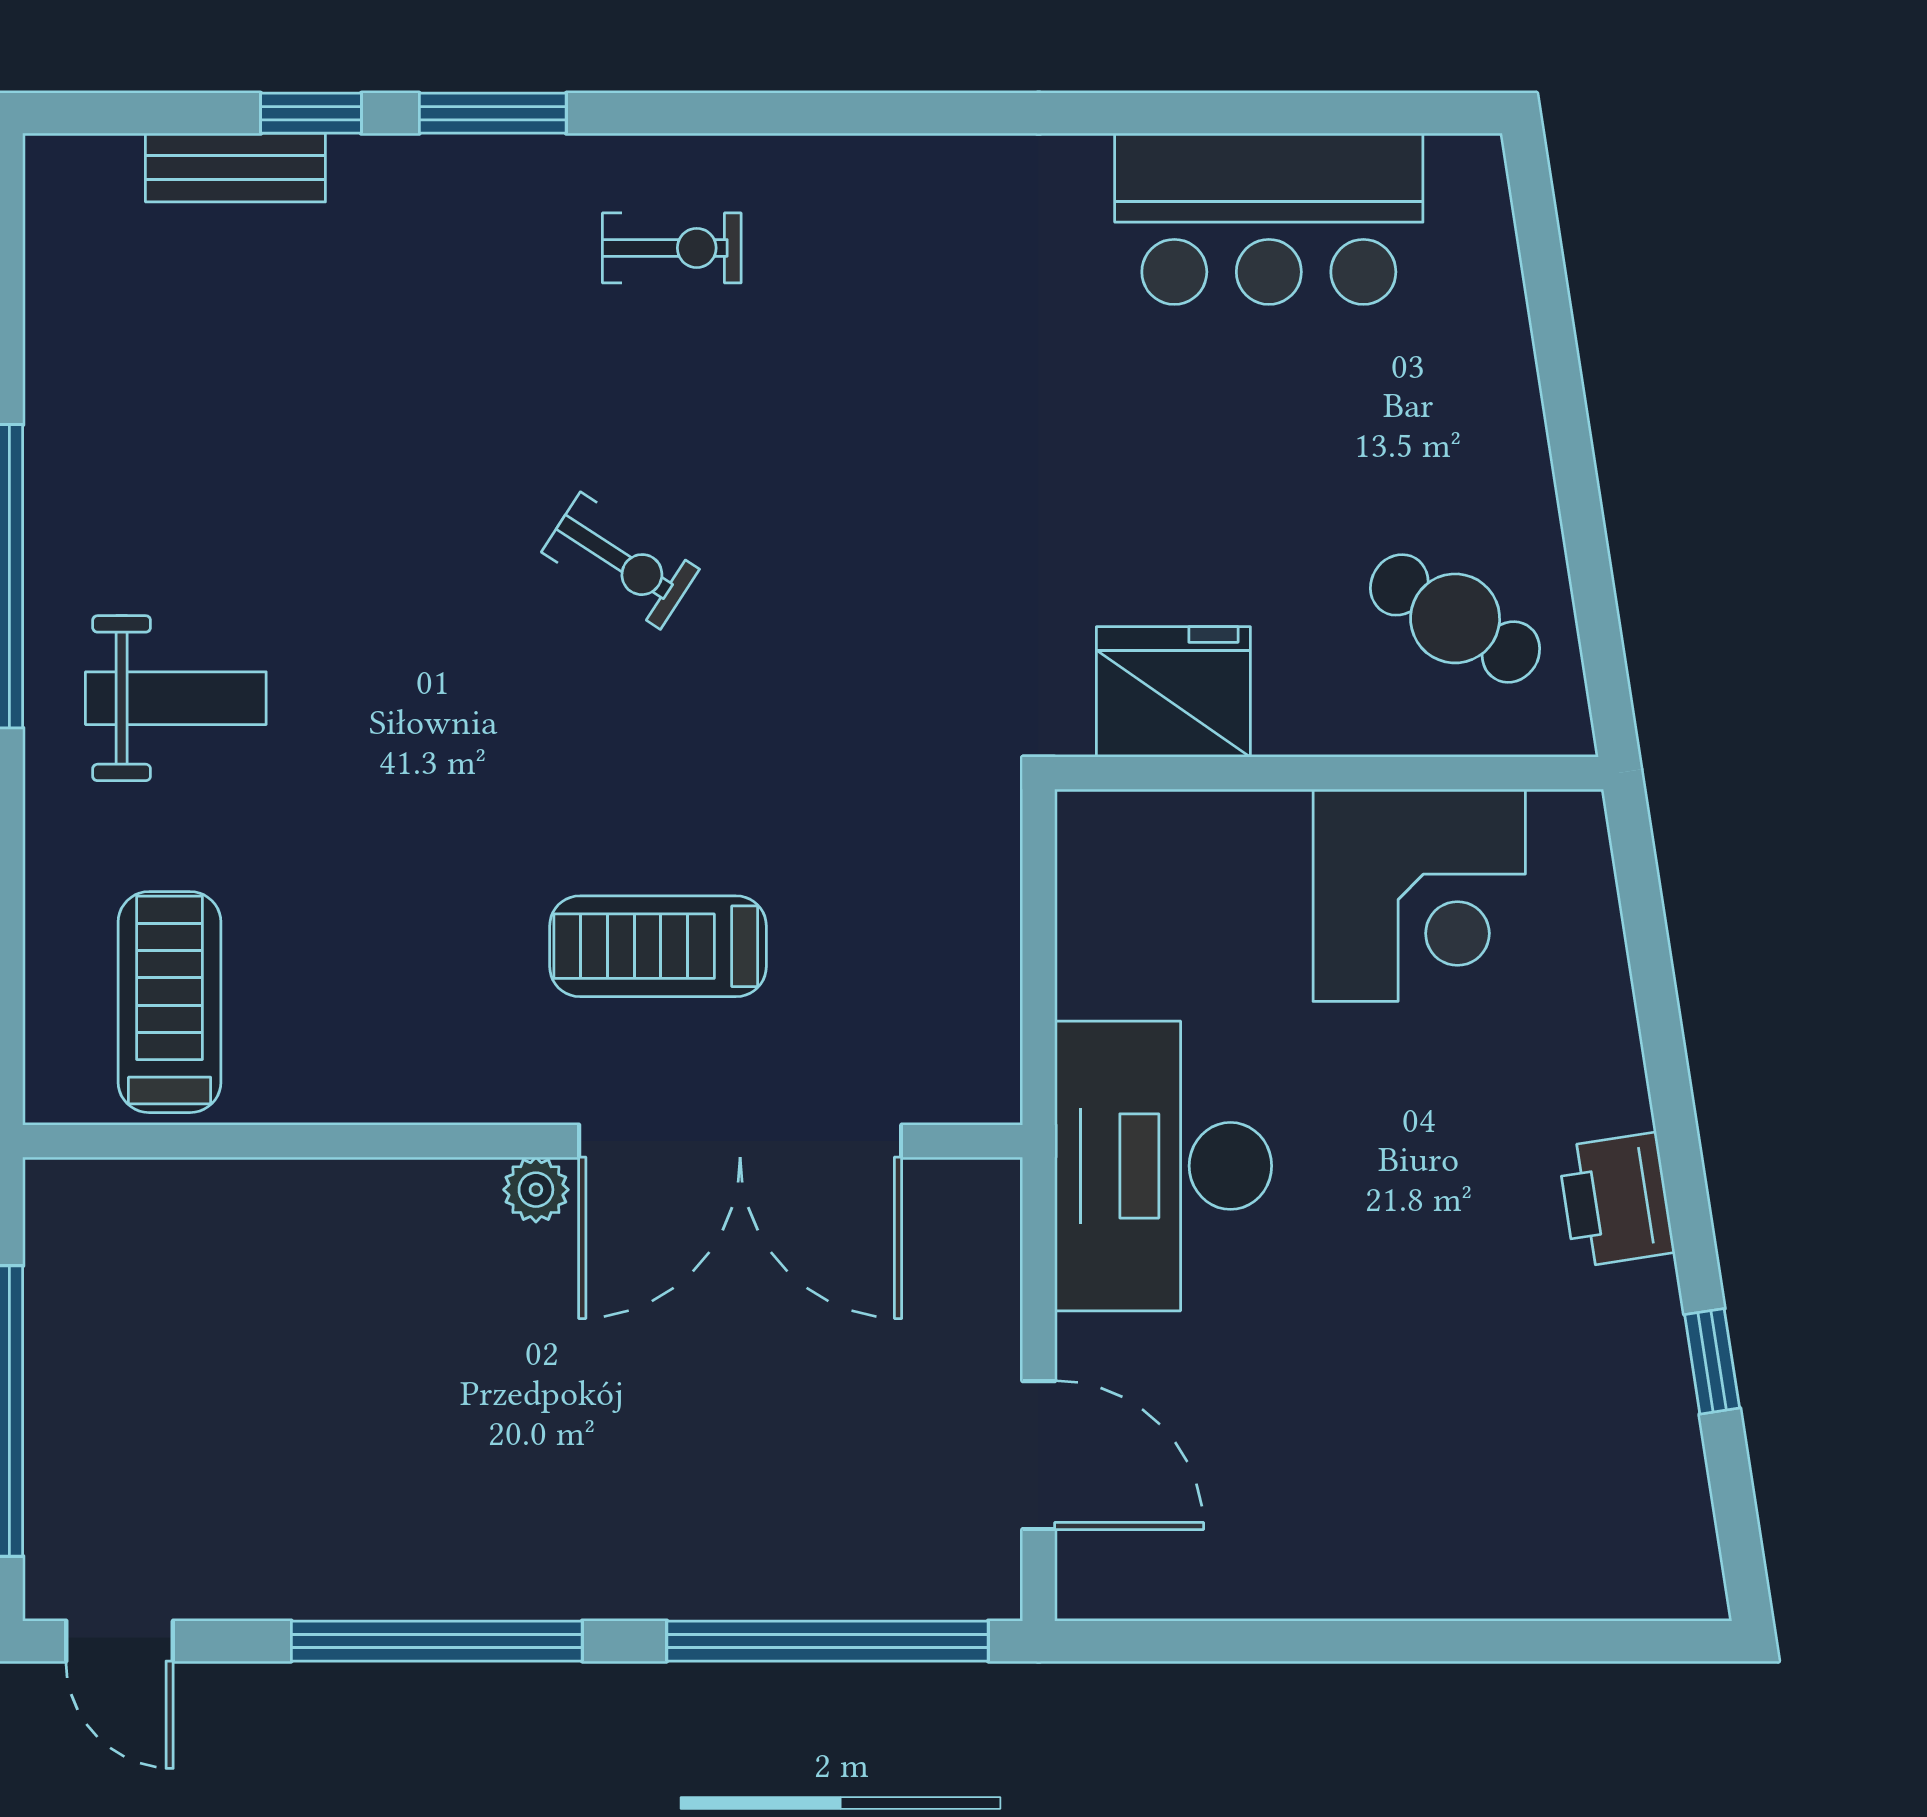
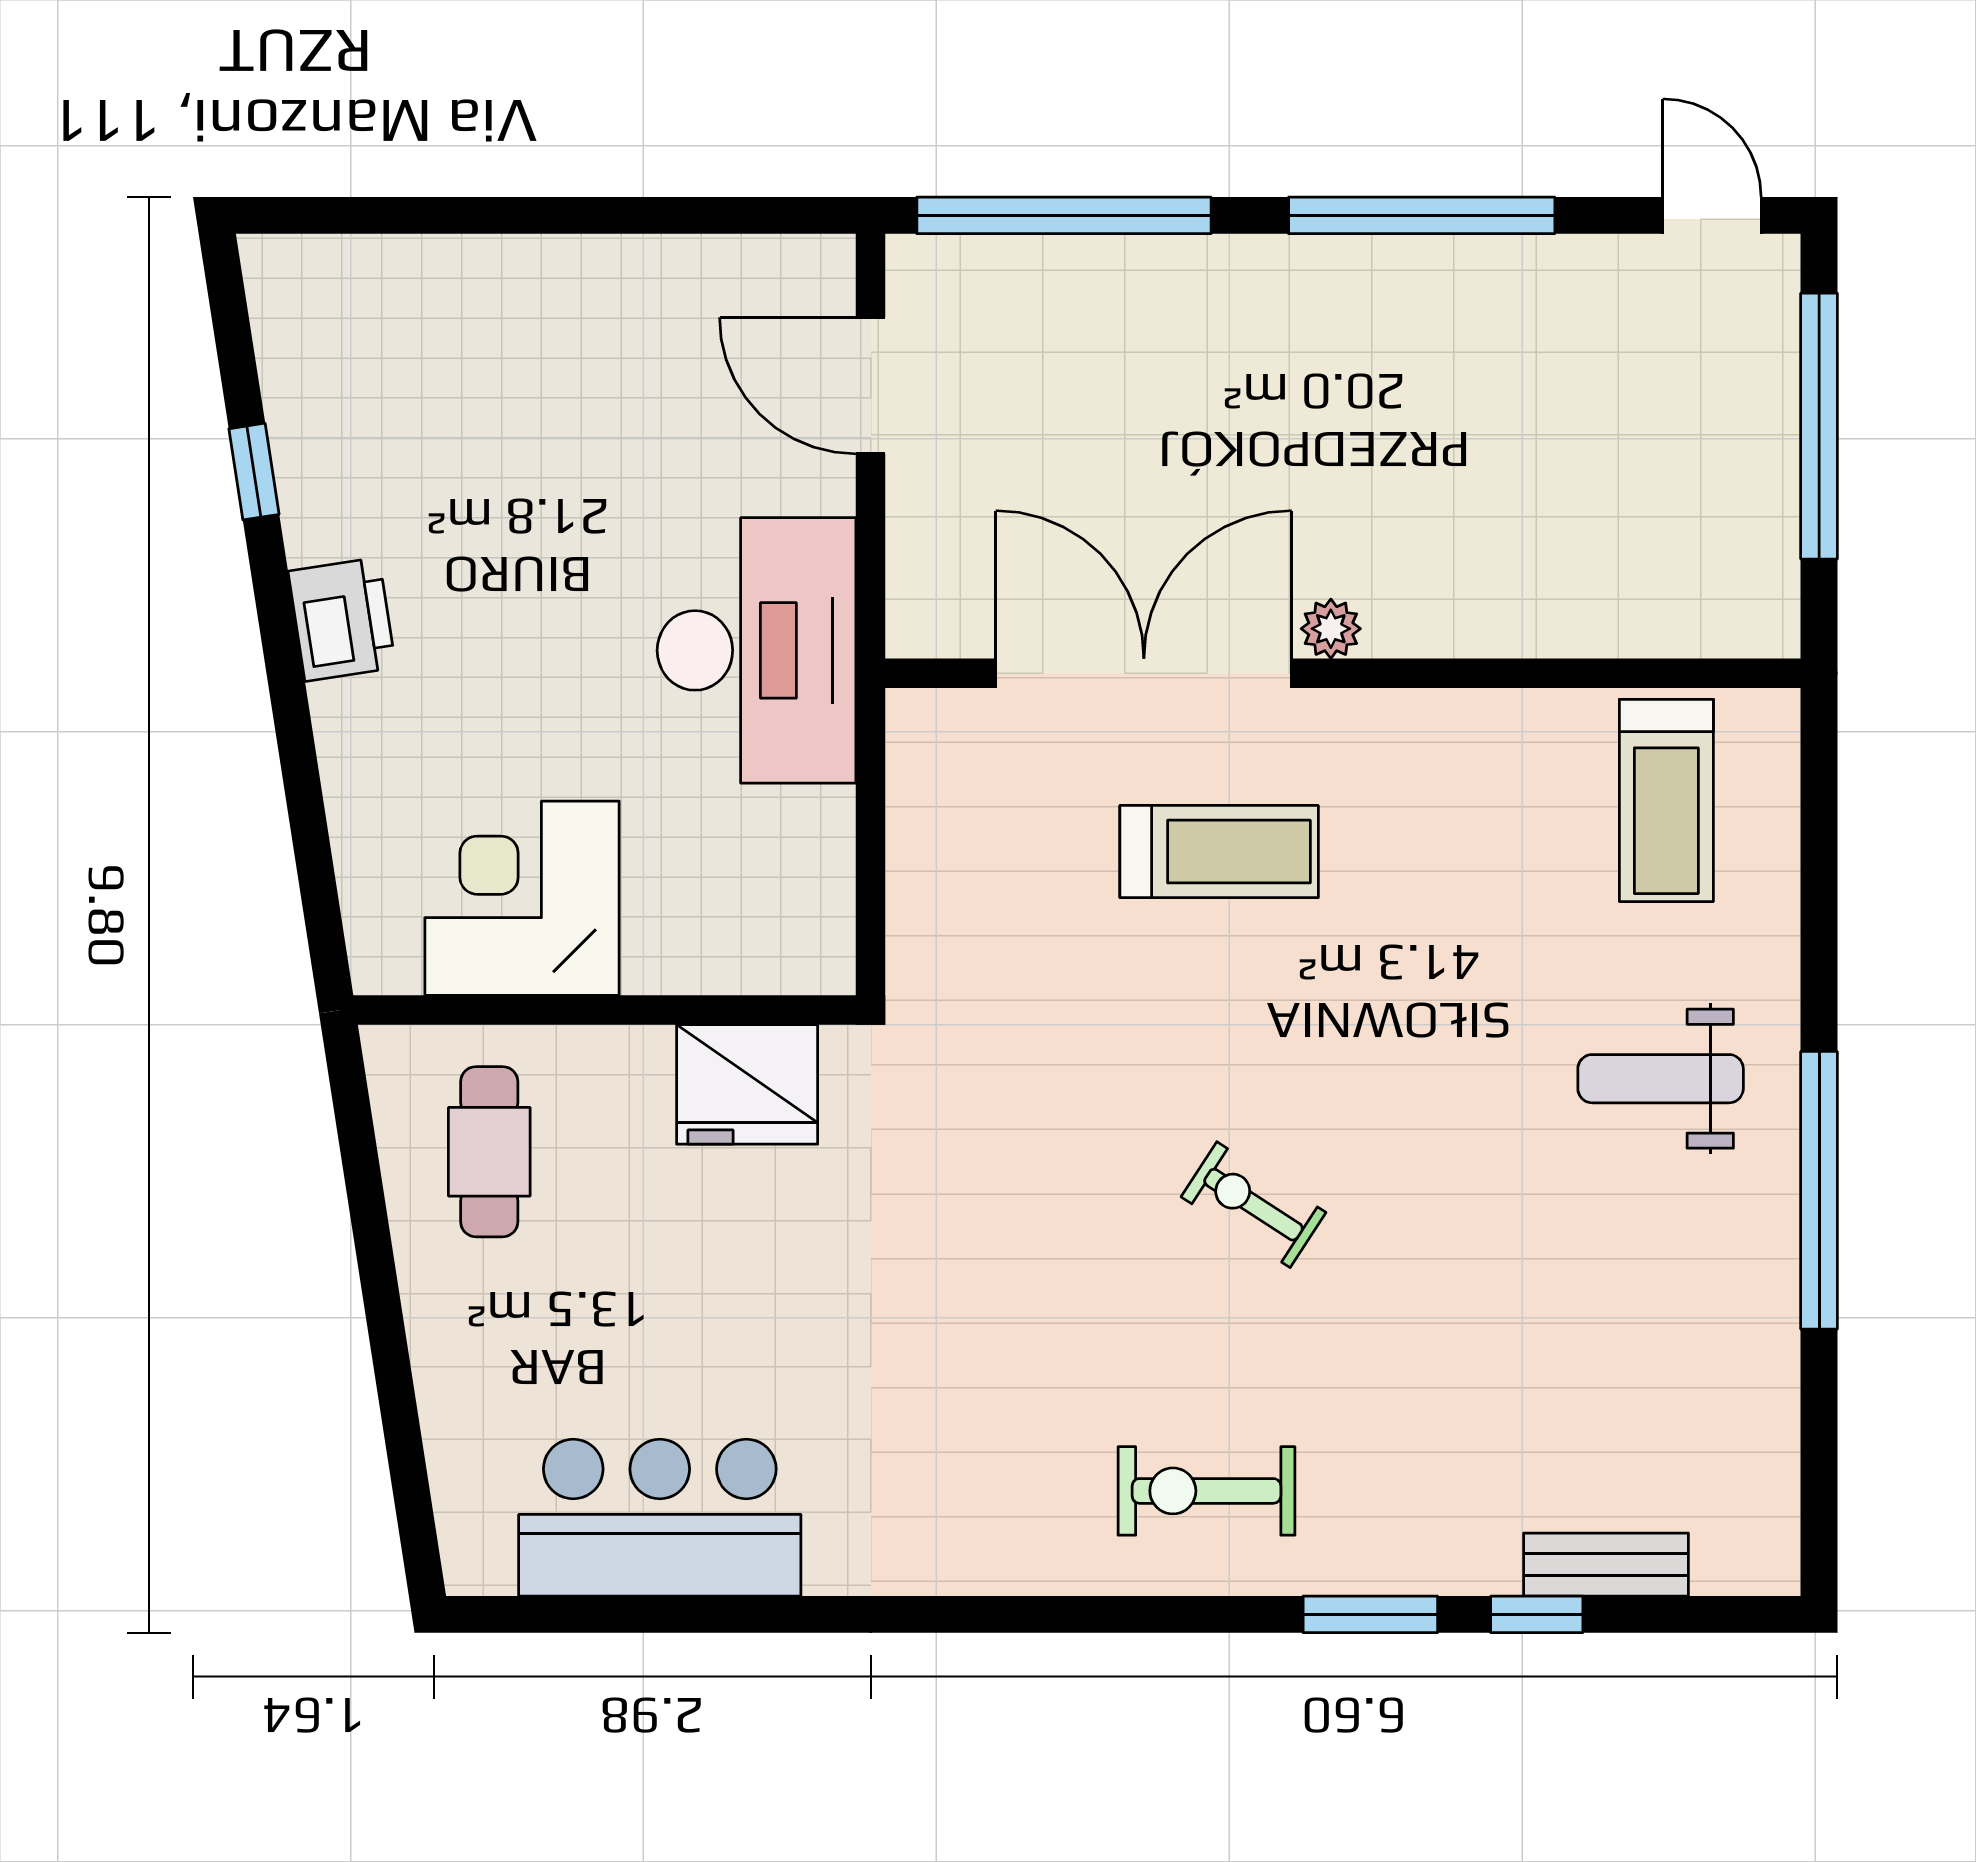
exercise bike: (672, 248) -> (1206, 1491), width x1.38, depth x1.39
cafe table: (1455, 618) -> (489, 1152), turned 59

